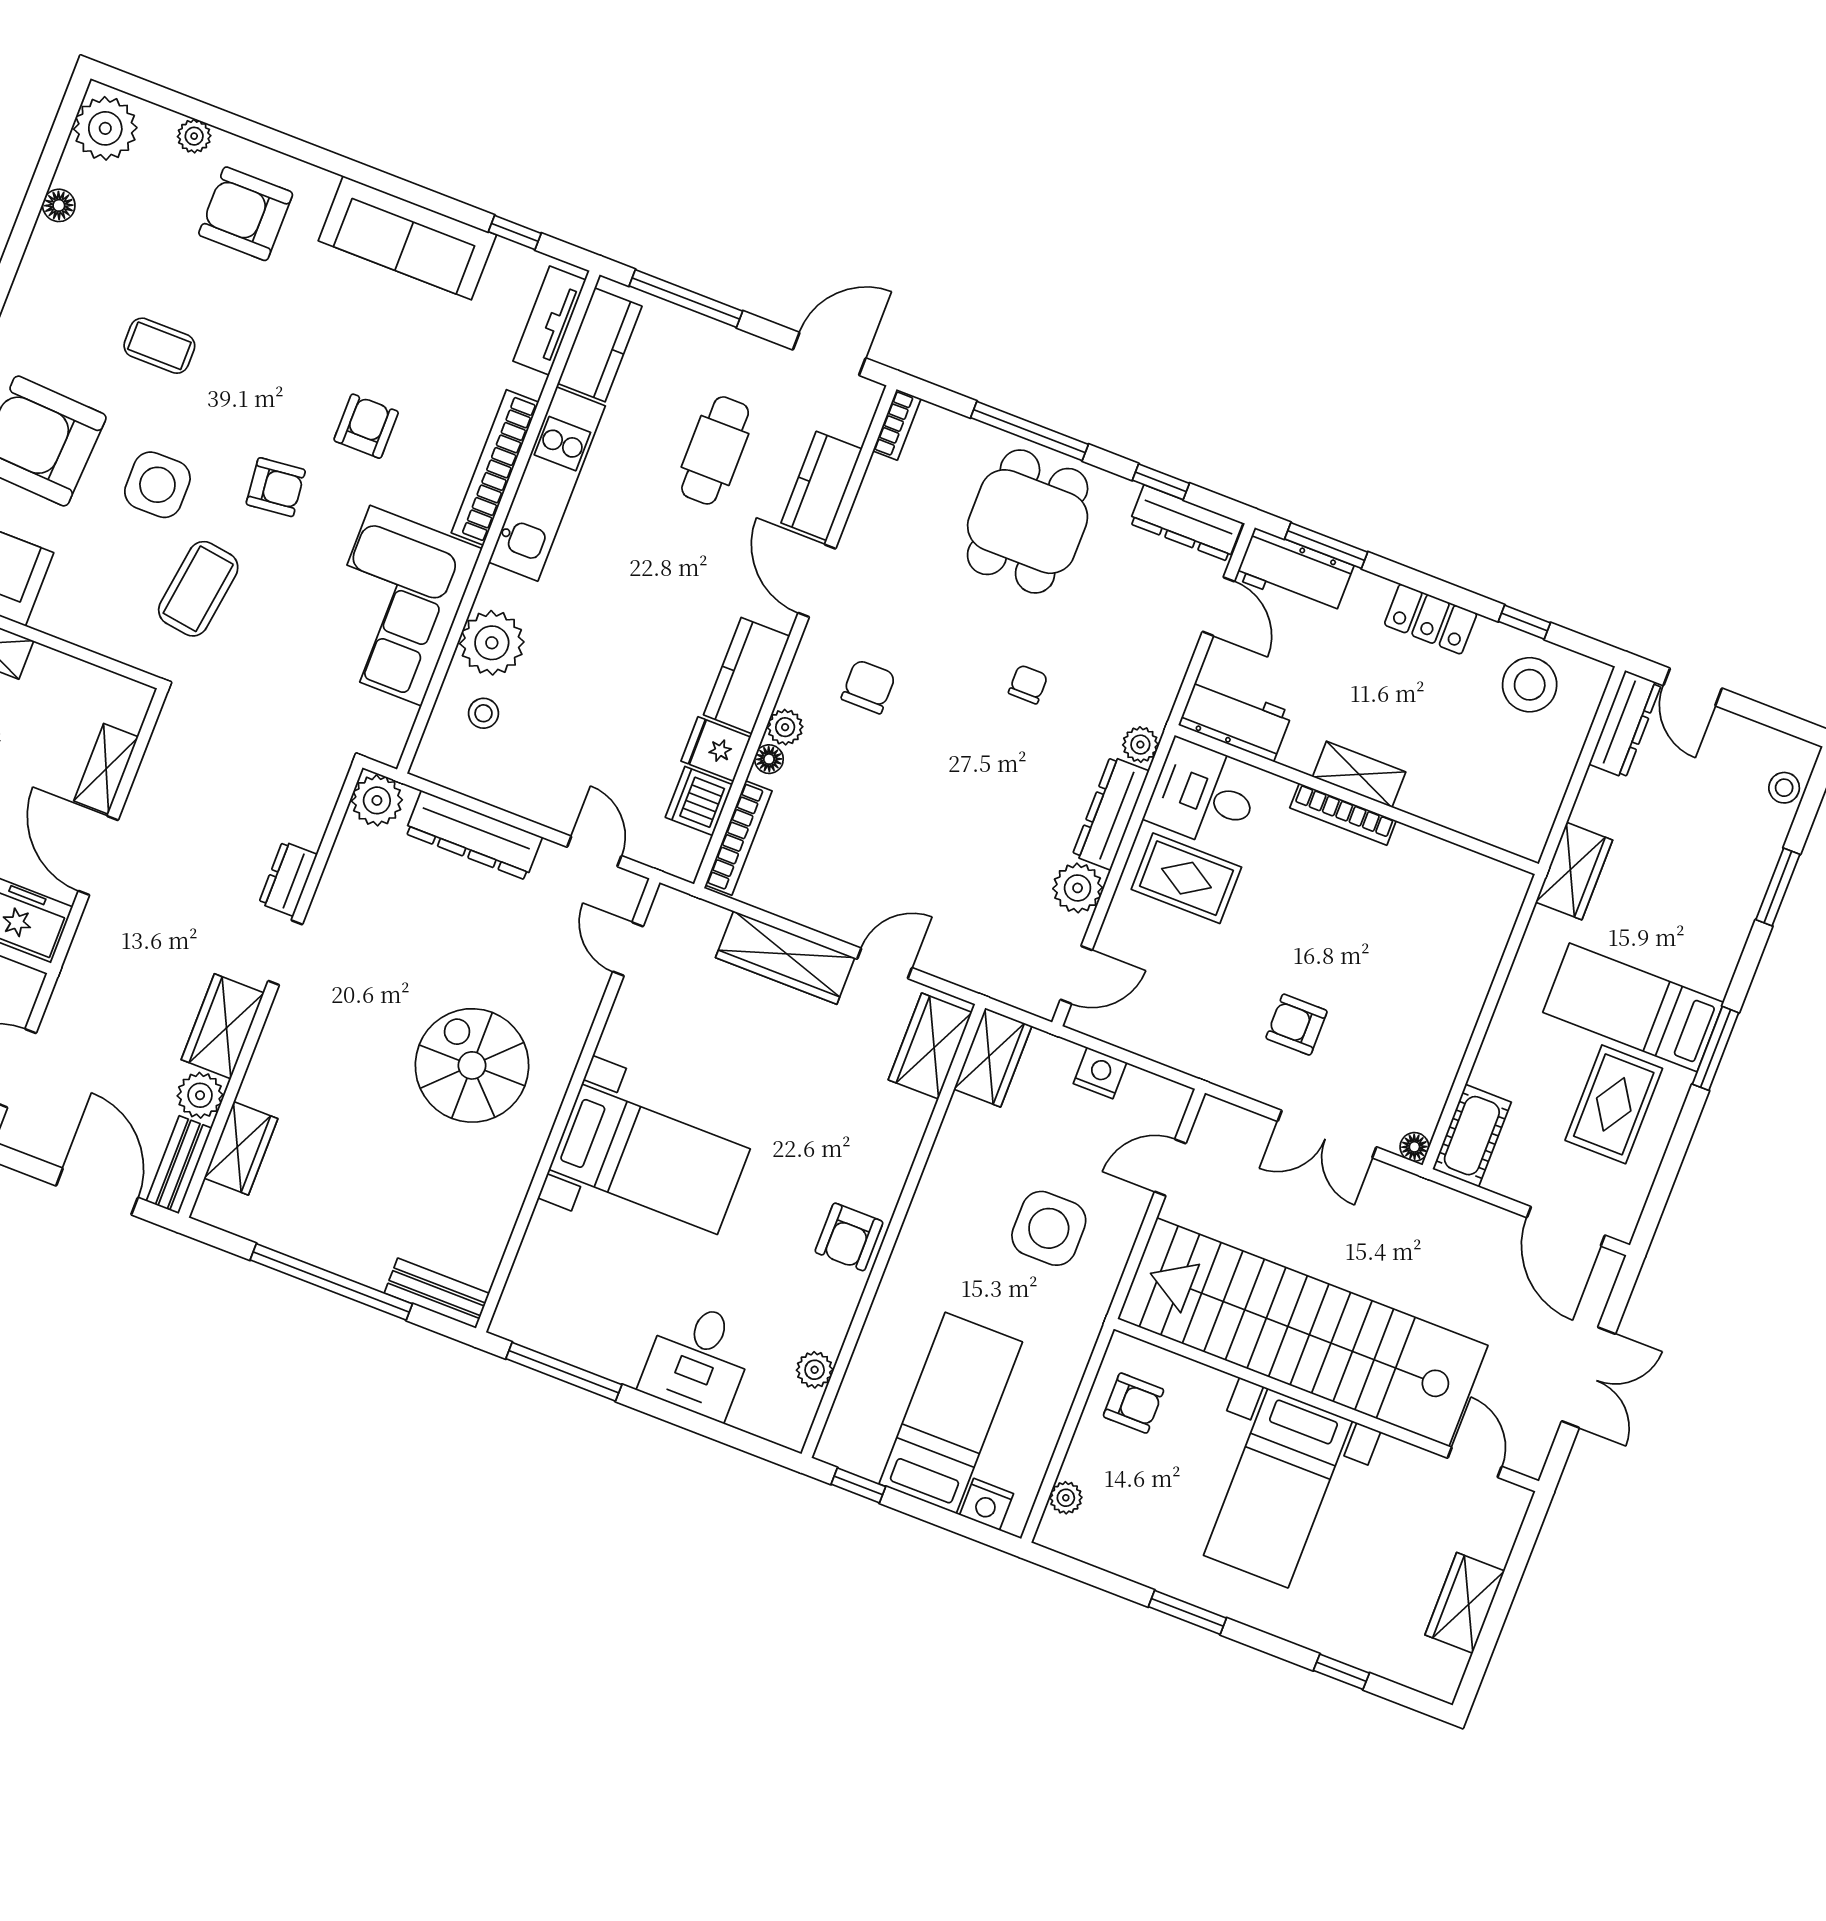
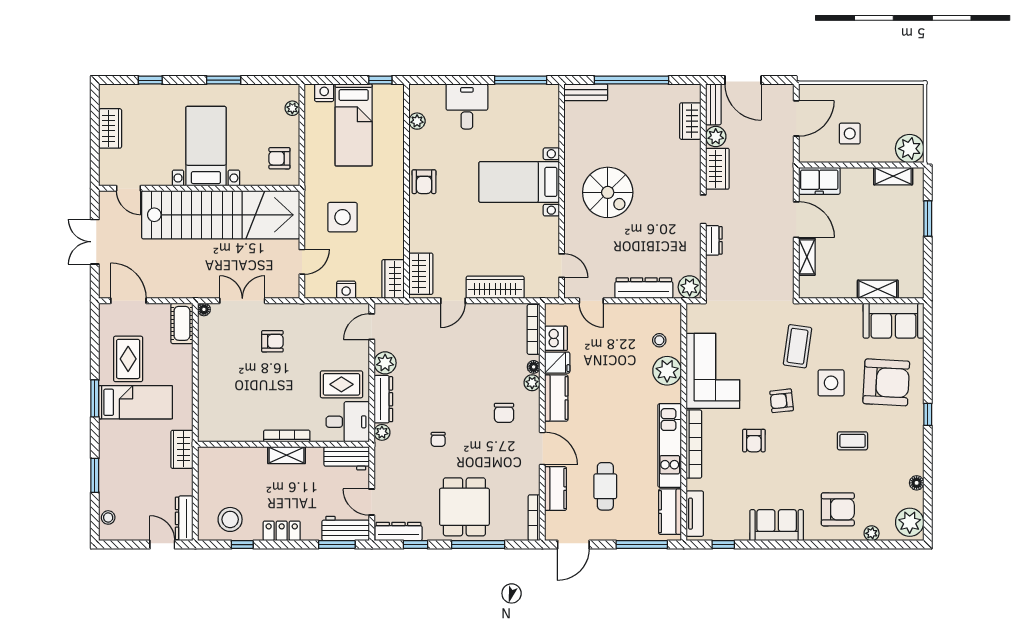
sofa: (407, 238) -> (777, 525), width x0.73
bookcase: (897, 425) -> (534, 518), width x1.56
armchair: (849, 1237) -> (424, 182), turned 180

